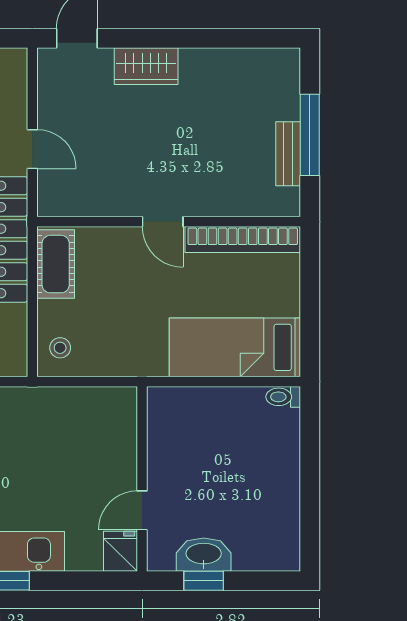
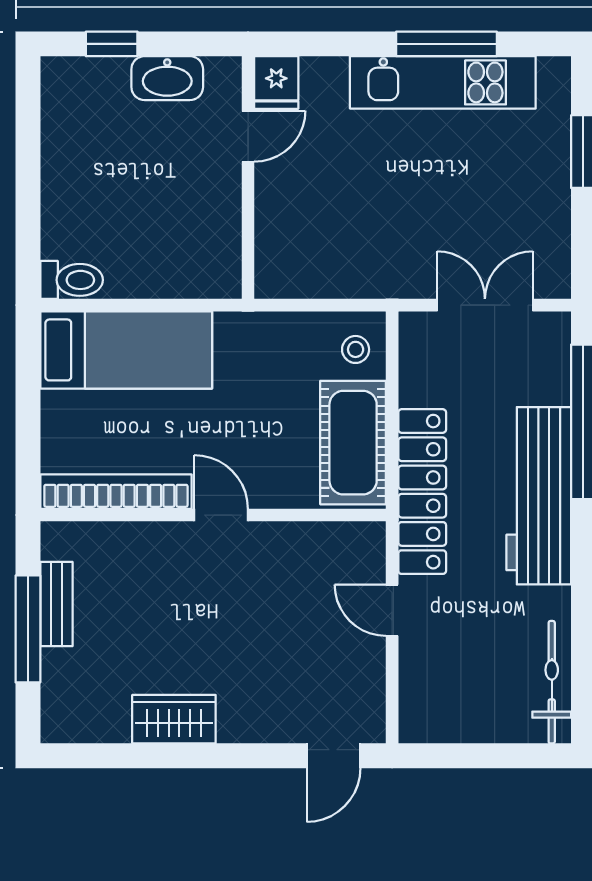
wardrobe: (146, 66) -> (174, 719), moved
cot: (56, 264) -> (353, 443), width x1.37, depth x1.34
toilet: (283, 397) -> (72, 280), width x1.37, depth x1.39
window: (204, 581) -> (112, 44), moved

